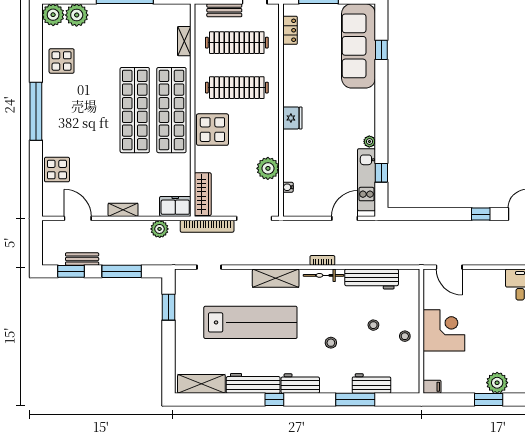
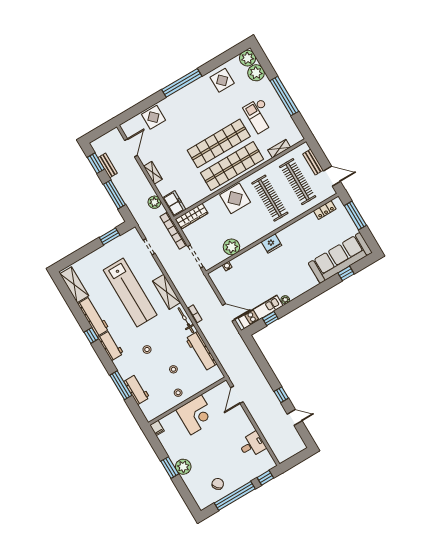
checkout: (130, 41) -> (260, 115), added

